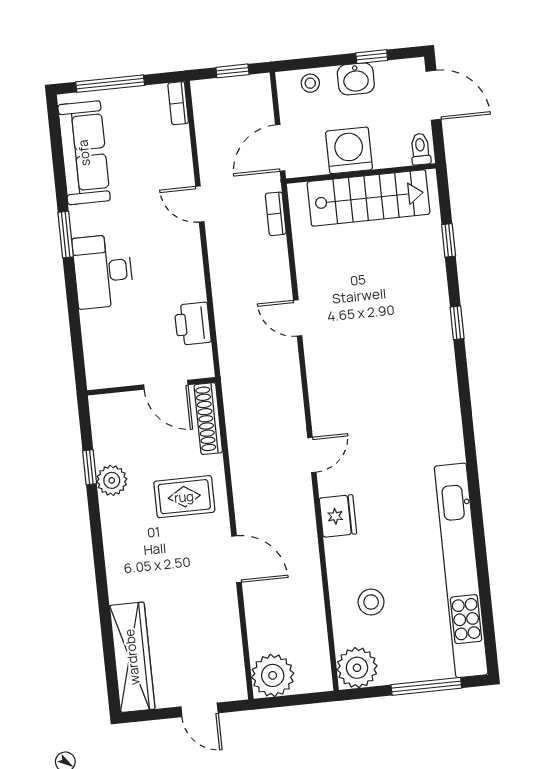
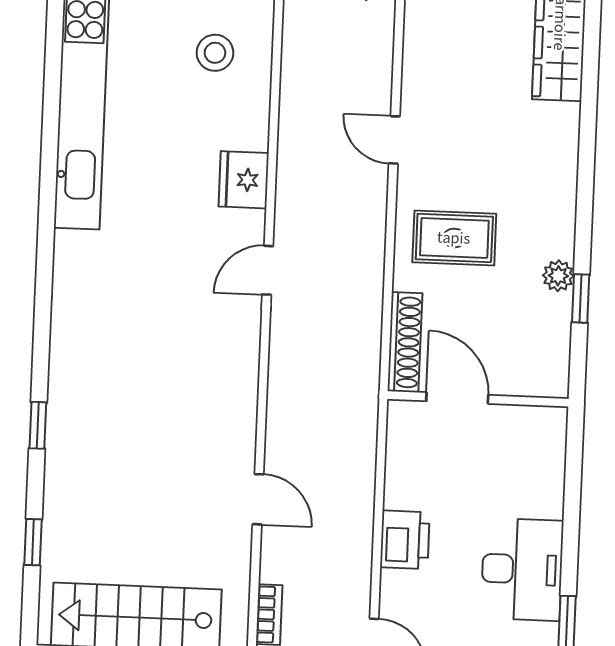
door: (298, 318) -> (258, 499), moved
printer: (193, 324) -> (405, 540), moved
plant: (112, 480) -> (558, 276), width x0.73, depth x0.73
door: (237, 559) -> (394, 140), width x0.73

